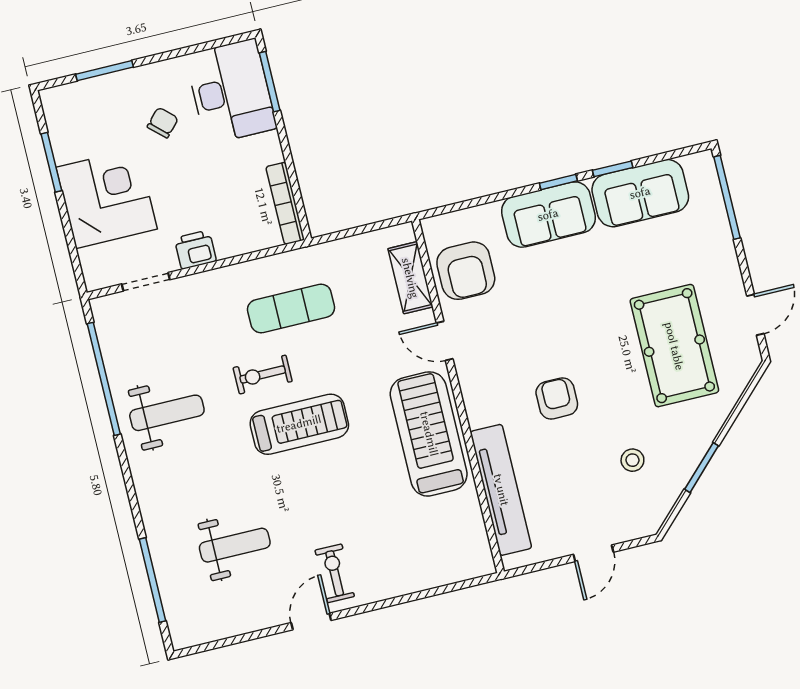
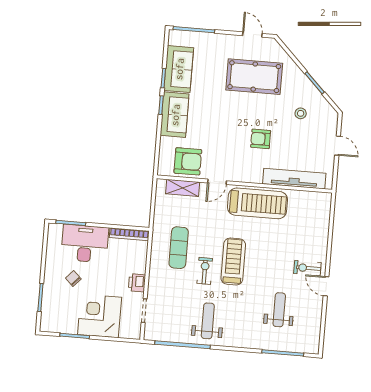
desk: (231, 91) -> (85, 244), moved
exercise bike: (263, 375) -> (205, 271), turned 180
treadmill: (429, 434) -> (257, 203), turned 180

